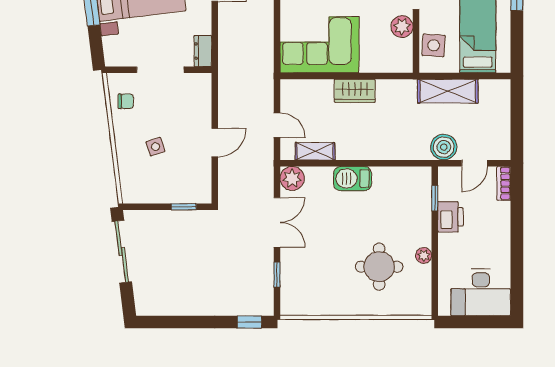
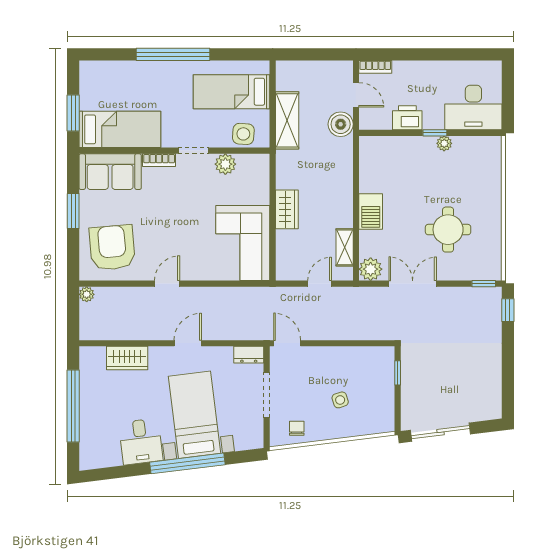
door: (215, 143) -> (287, 343), moved
window: (435, 198) -> (435, 133), moved
round table: (379, 267) -> (448, 230), moved
window: (277, 275) -> (484, 284), moved
desk: (481, 292) -> (473, 107), moved, turned 90

